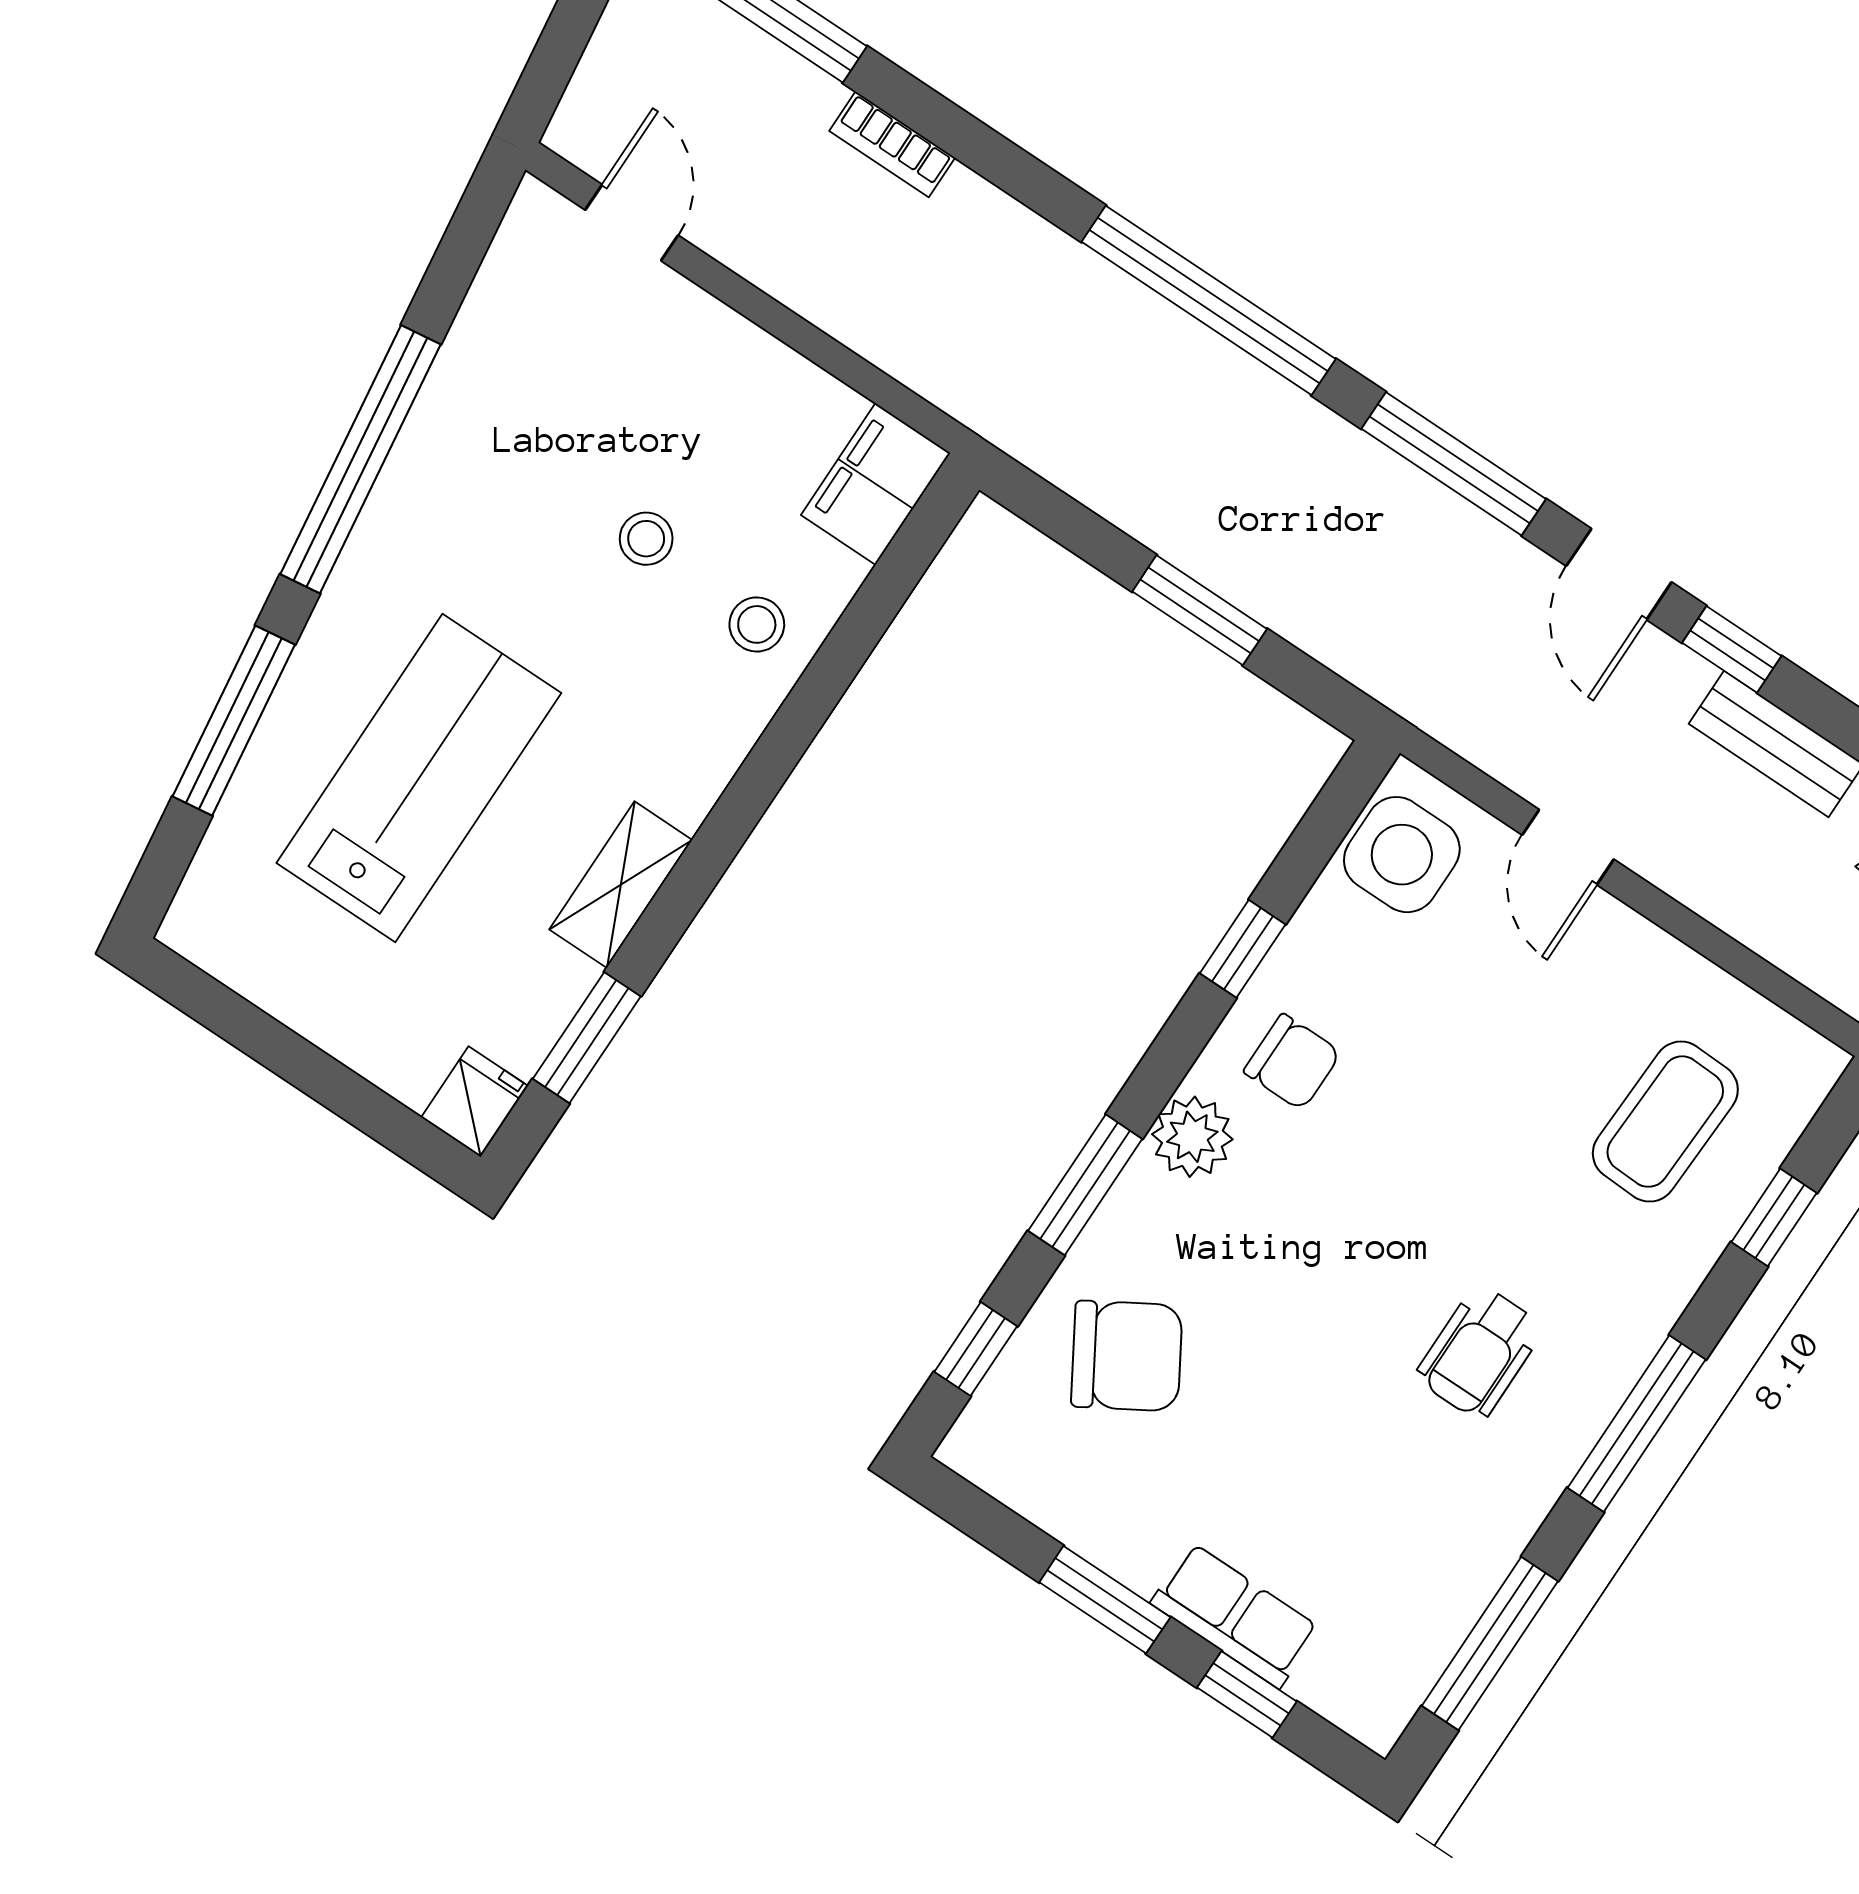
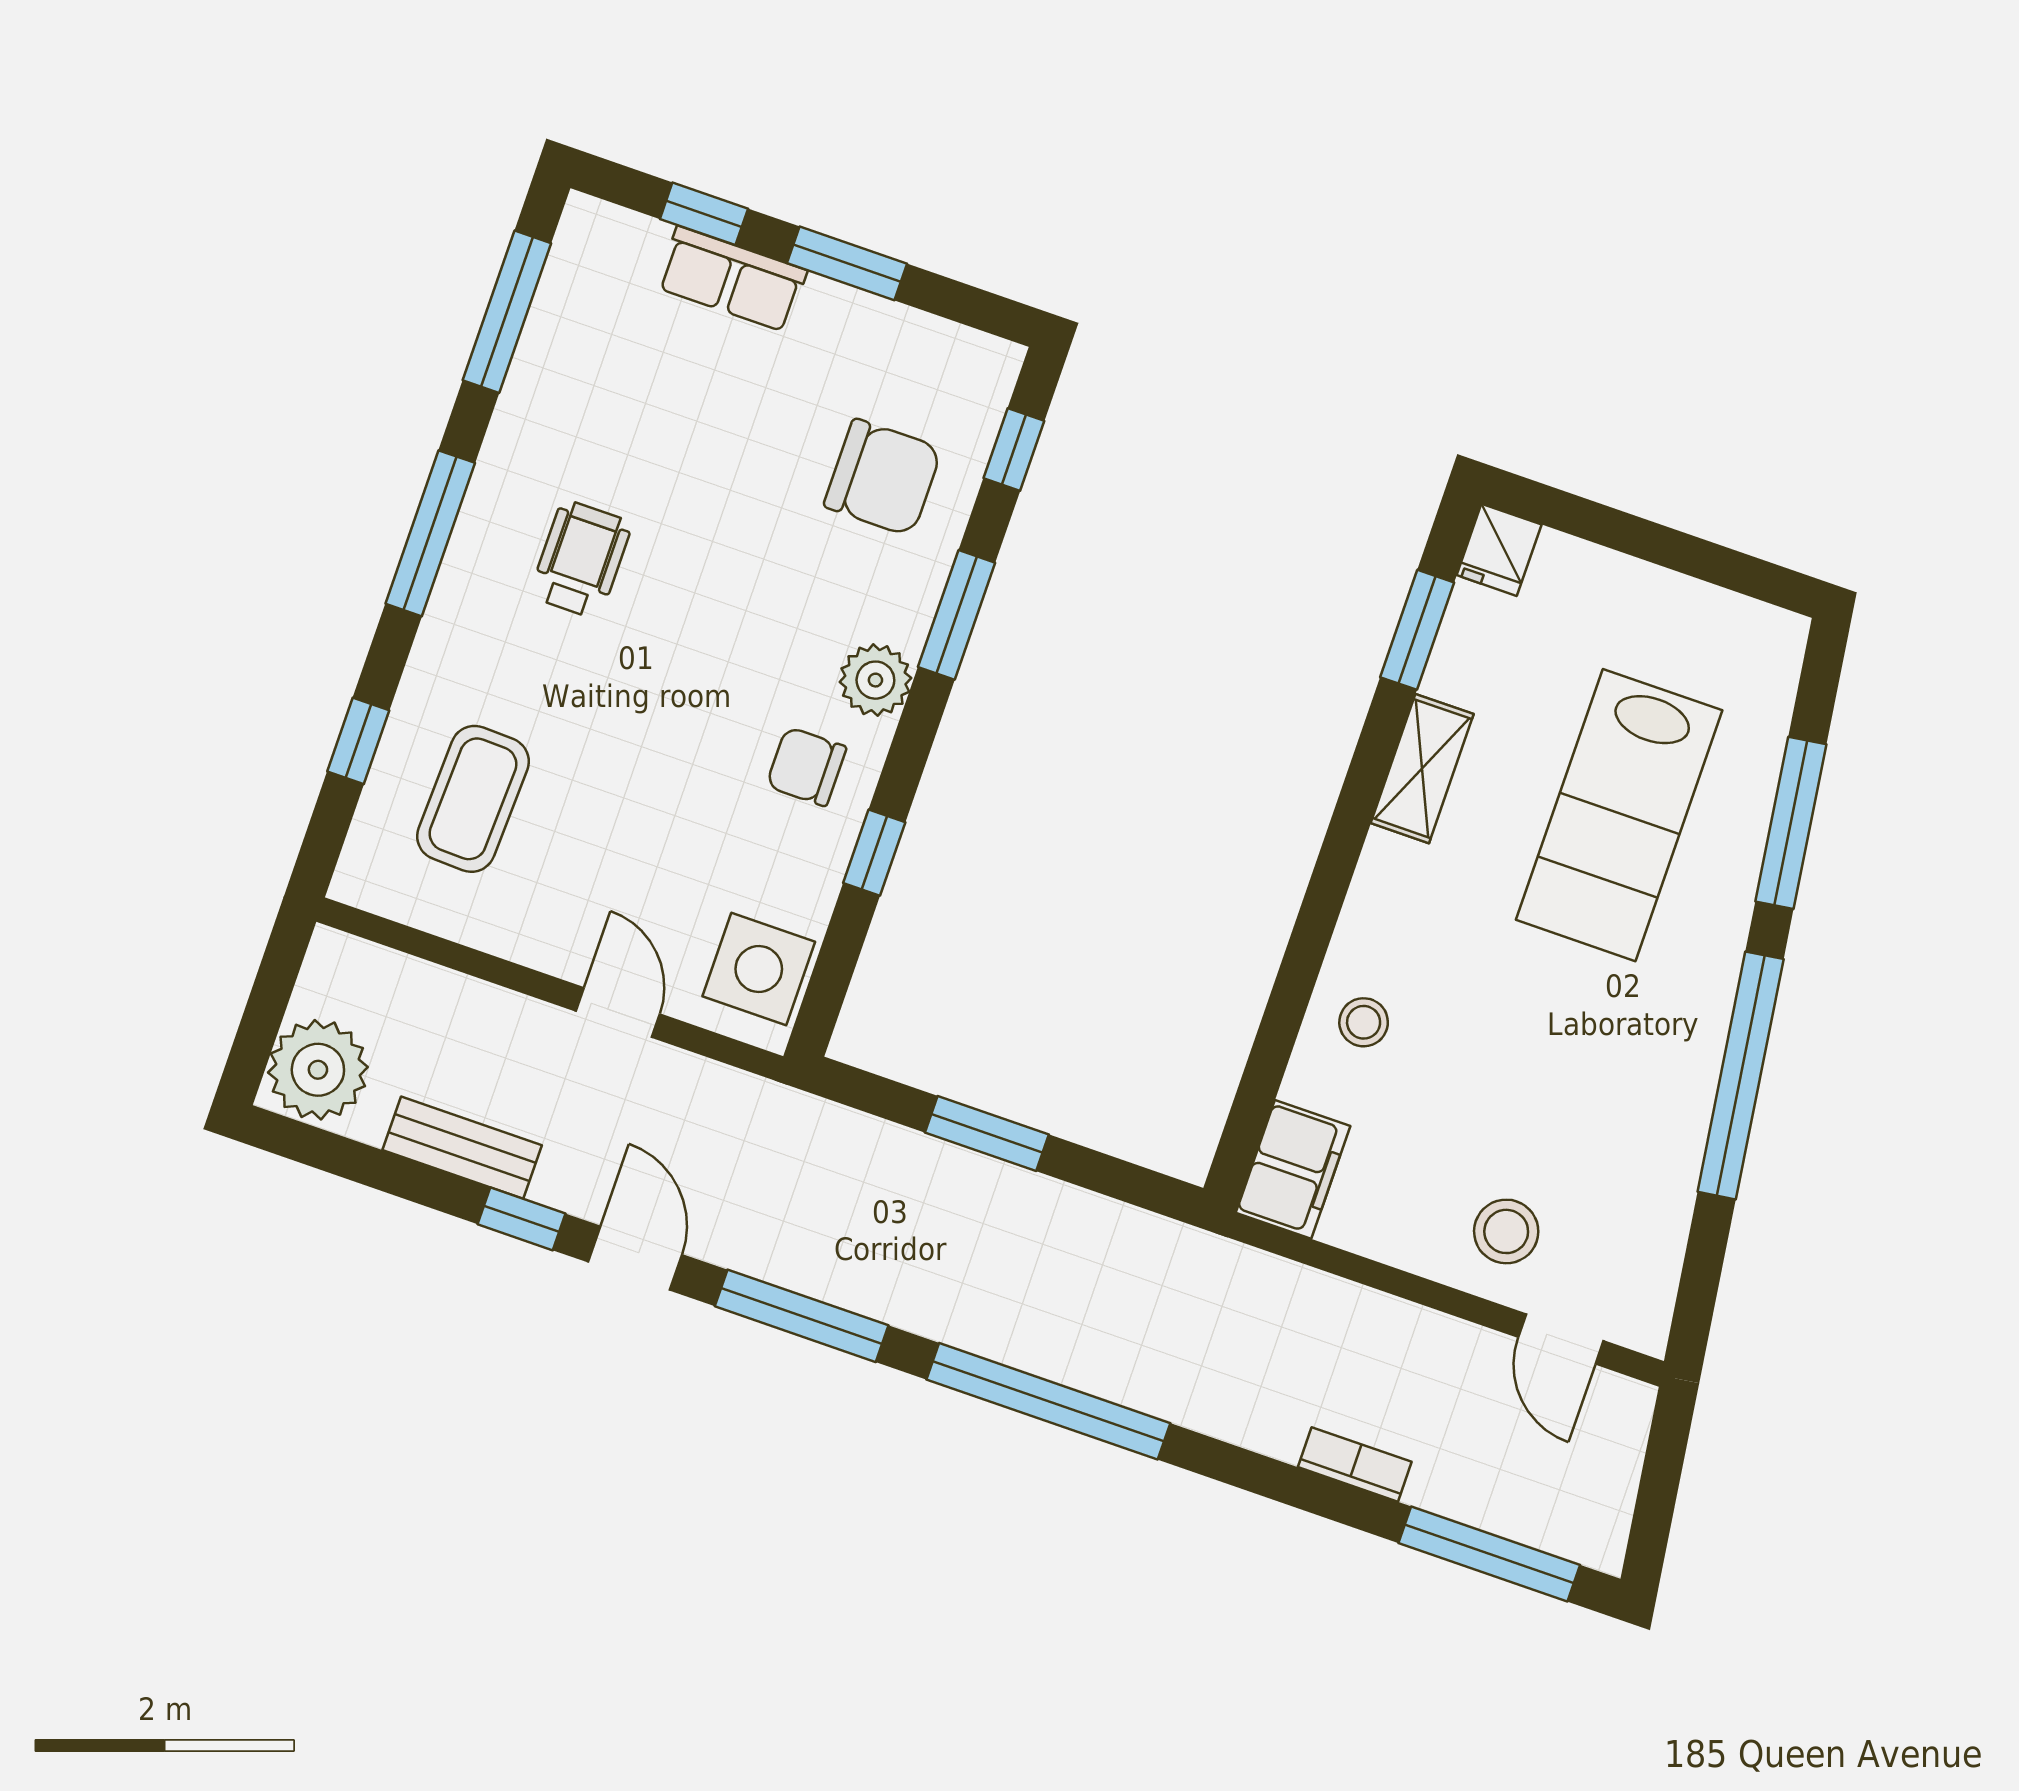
stool: (646, 539) -> (1506, 1231), moved, width x1.37, depth x1.37
chair: (1127, 1356) -> (883, 477), turned -149

